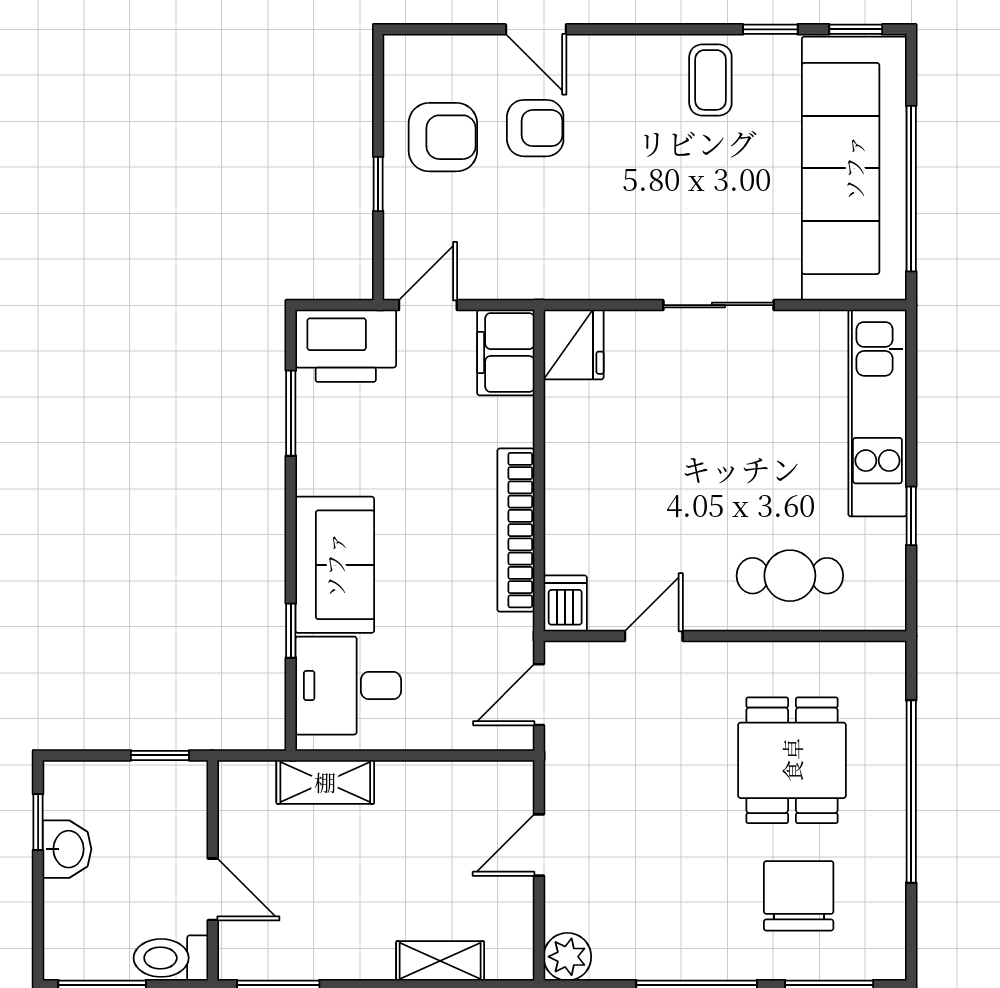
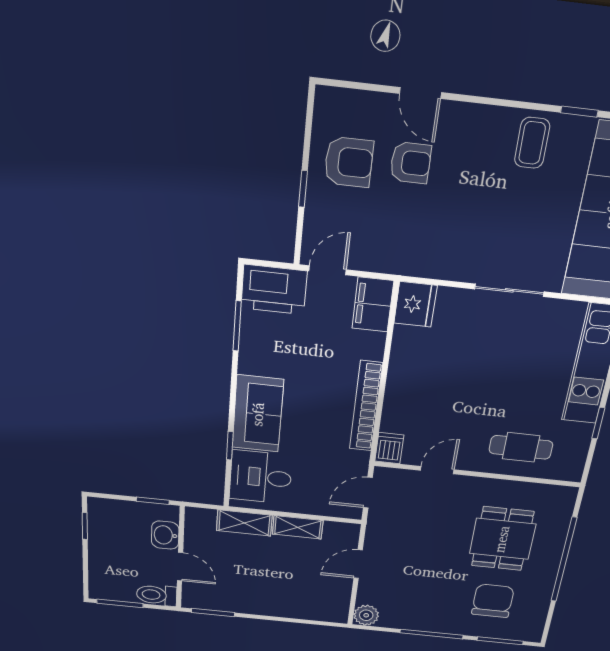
washbasin: (67, 849) -> (165, 535), moved, turned 180
shelving: (440, 961) -> (298, 527), moved

